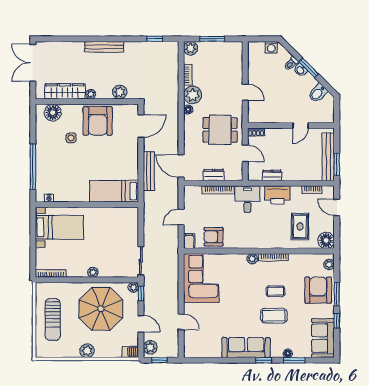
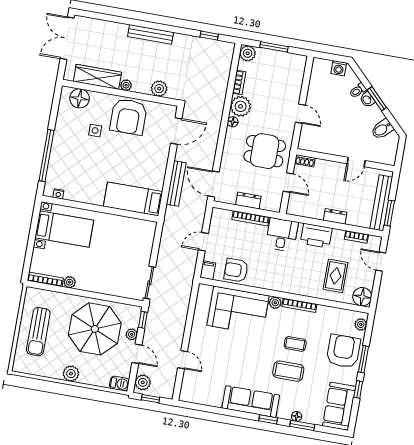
dresser: (272, 175) -> (335, 216), moved
plant: (93, 272) -> (70, 282), moved
corner sofa: (201, 278) -> (238, 310), moved, turned 90
plant: (133, 287) -> (132, 334), moved

